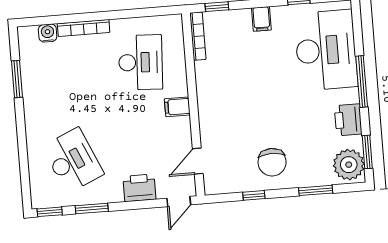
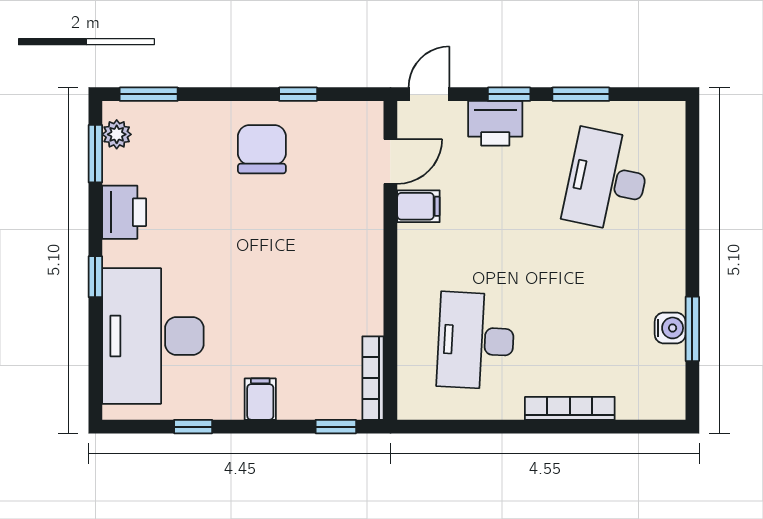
water cooler: (48, 33) -> (670, 328), moved, turned -90
window: (362, 81) -> (95, 277), width x0.46
filing cabinet: (177, 107) -> (418, 206), moved
desk: (73, 160) -> (607, 180), turned 36
plant: (349, 165) -> (117, 134), width x0.53, depth x0.53
window: (316, 190) -> (149, 94), moved
window: (50, 212) -> (509, 94), moved

